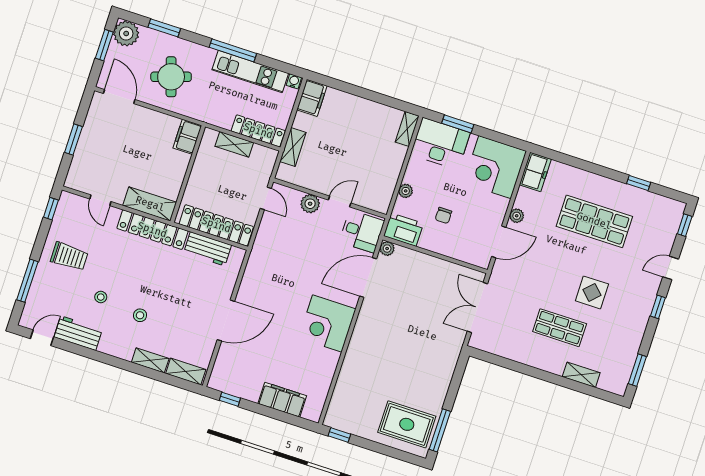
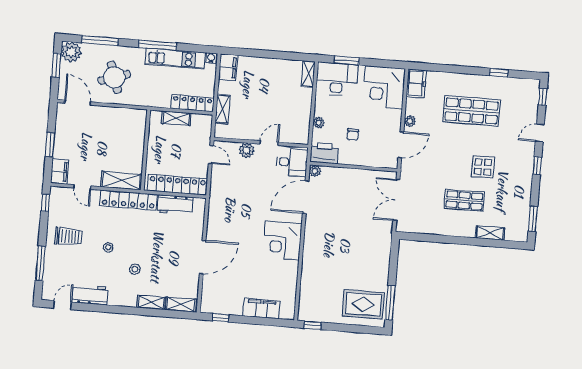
window: (164, 28) -> (100, 41), width x1.44
filing cabinet: (187, 137) -> (60, 171), moved, turned 180
stool: (101, 297) -> (108, 247), moved

